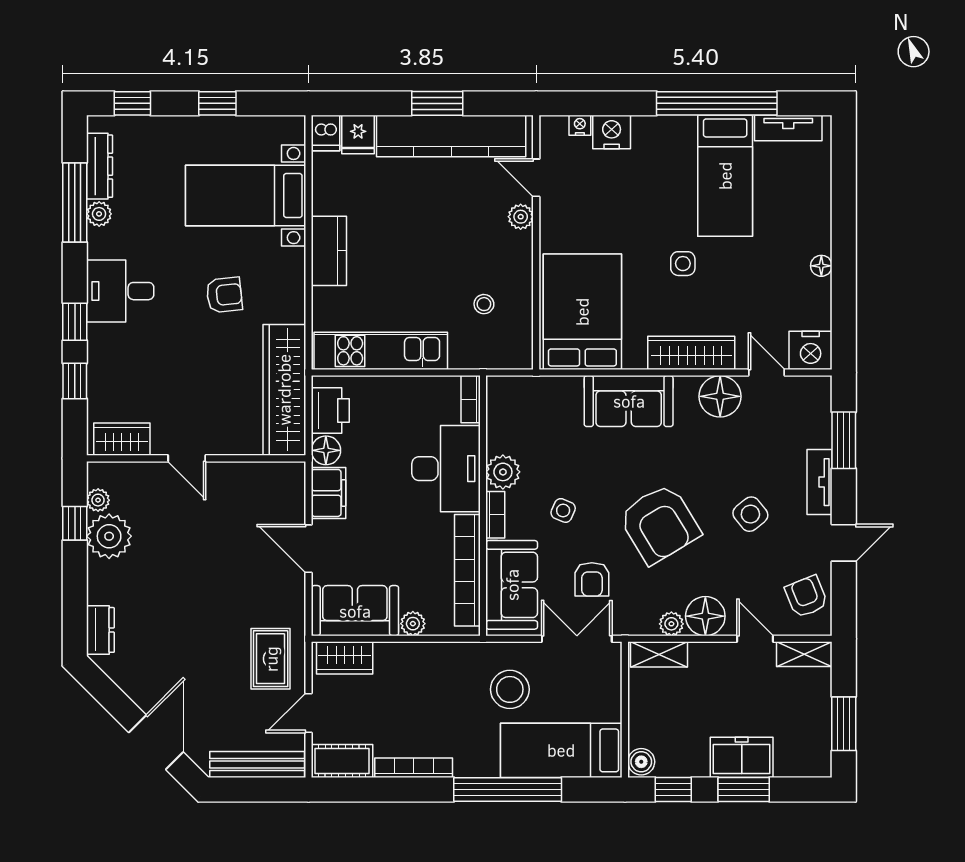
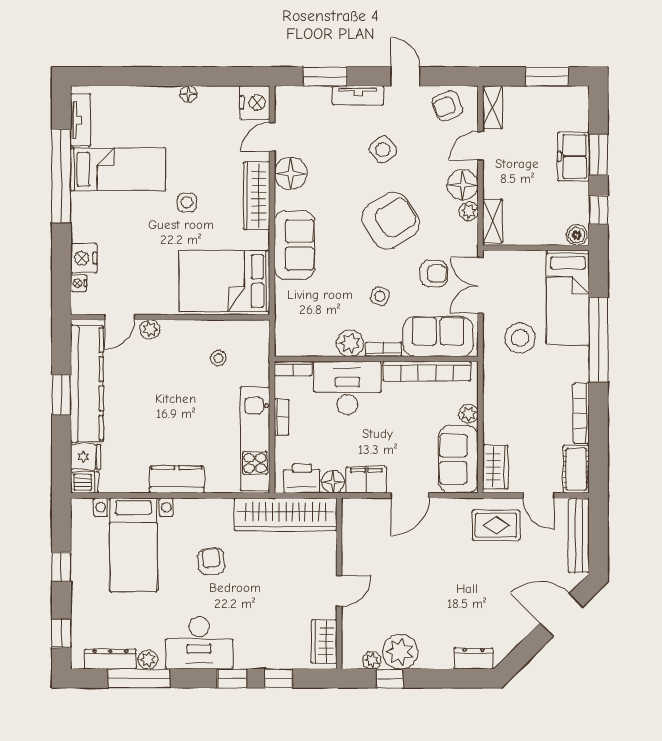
desk: (120, 291) -> (199, 643), width x1.37
bookcase: (409, 385) -> (282, 417), added

